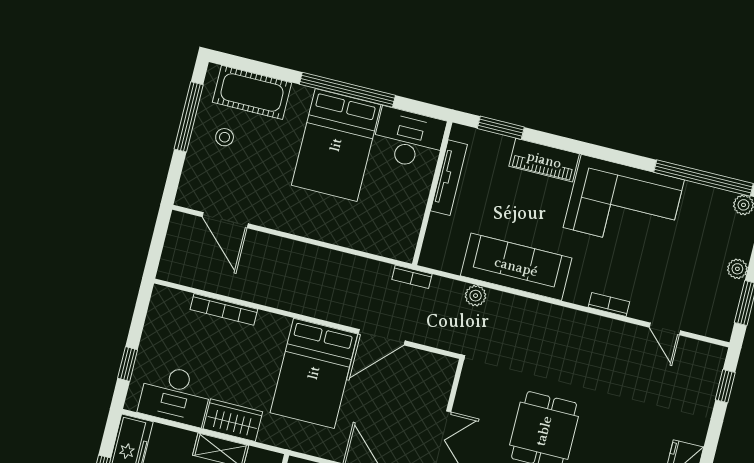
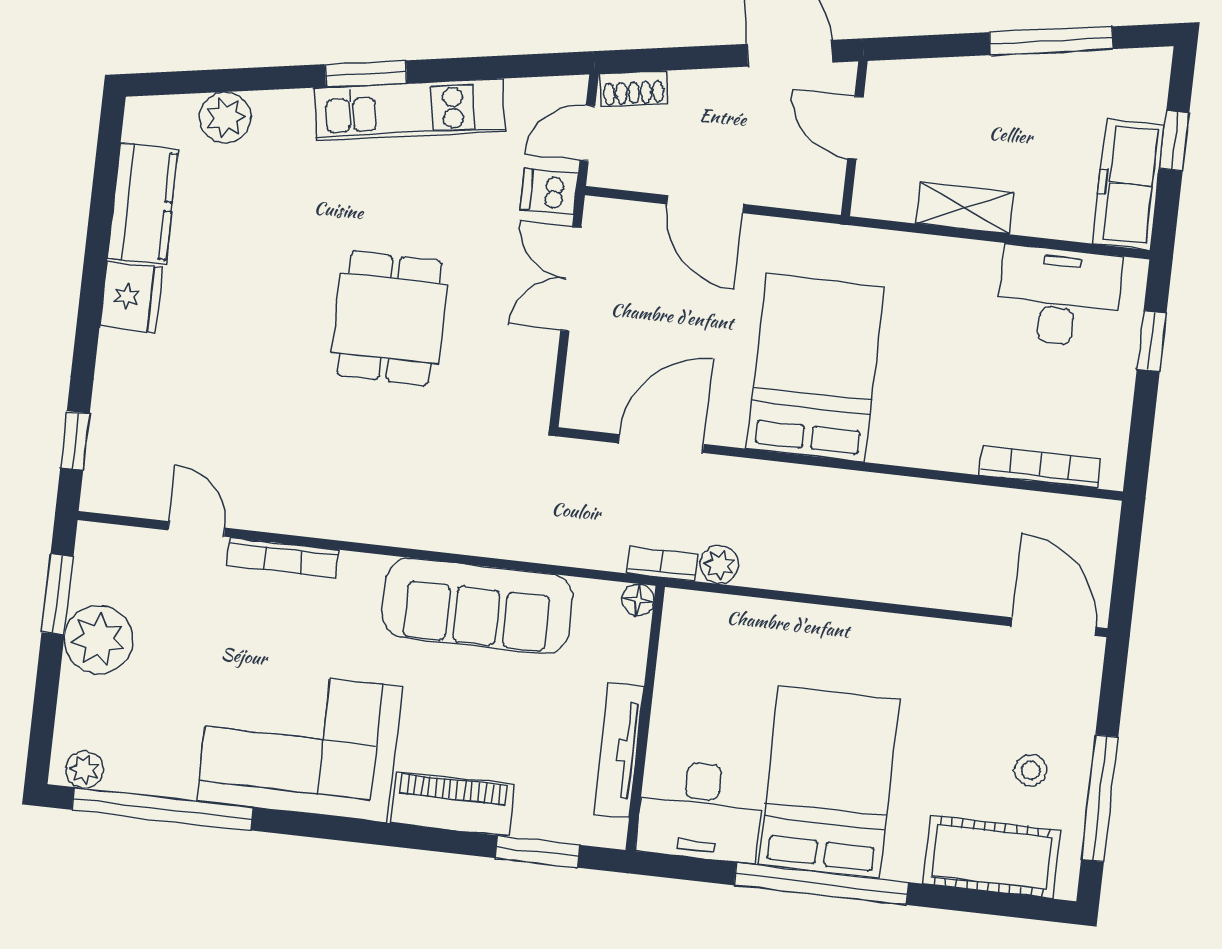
door: (225, 220) -> (1054, 627), moved
floor lamp: (428, 259) -> (638, 600), added
plant: (737, 269) -> (98, 640), width x1.88, depth x1.88
plant: (476, 296) -> (719, 565), moved
bookcase: (609, 305) -> (283, 558), width x1.56
bookcase: (224, 309) -> (1040, 467), moved
door: (382, 337) -> (661, 444), moved
wardrobe: (233, 420) -> (950, 265), removed

